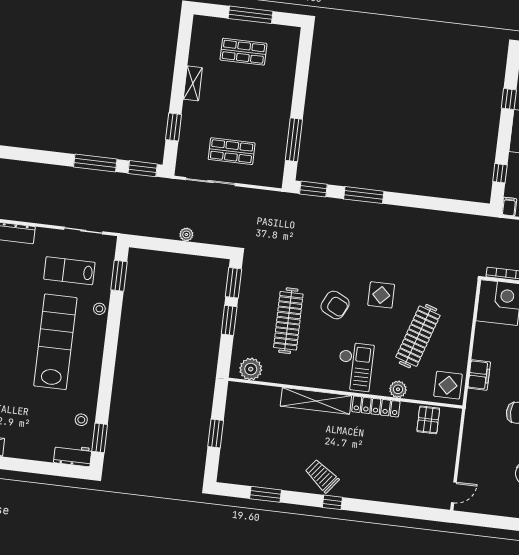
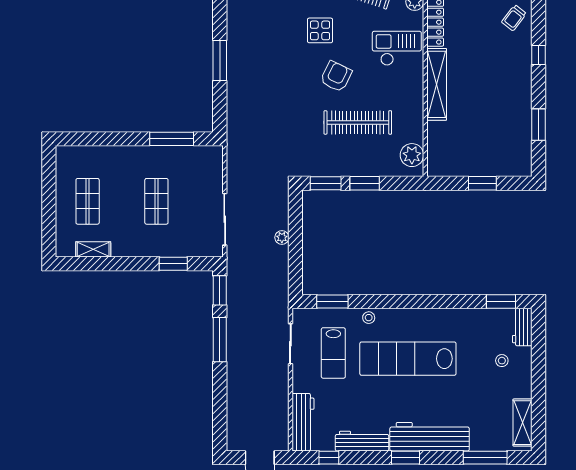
window: (250, 15) -> (49, 199), removed
shelving: (193, 83) -> (93, 249), moved
shop shelf: (232, 151) -> (156, 201), moved
window: (313, 189) -> (220, 113), removed
stool: (81, 420) -> (502, 361), moved
trolley: (322, 476) -> (514, 18), moved, width x0.73, depth x0.72

